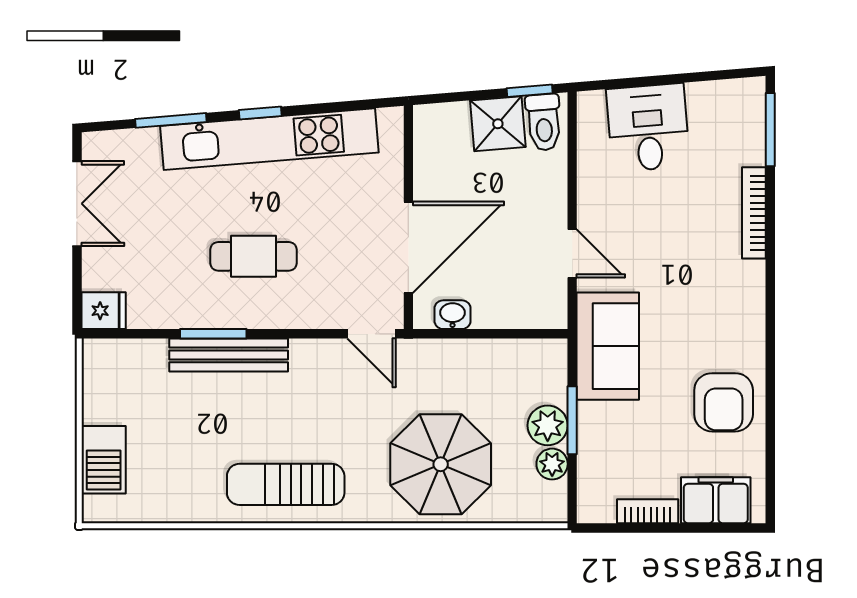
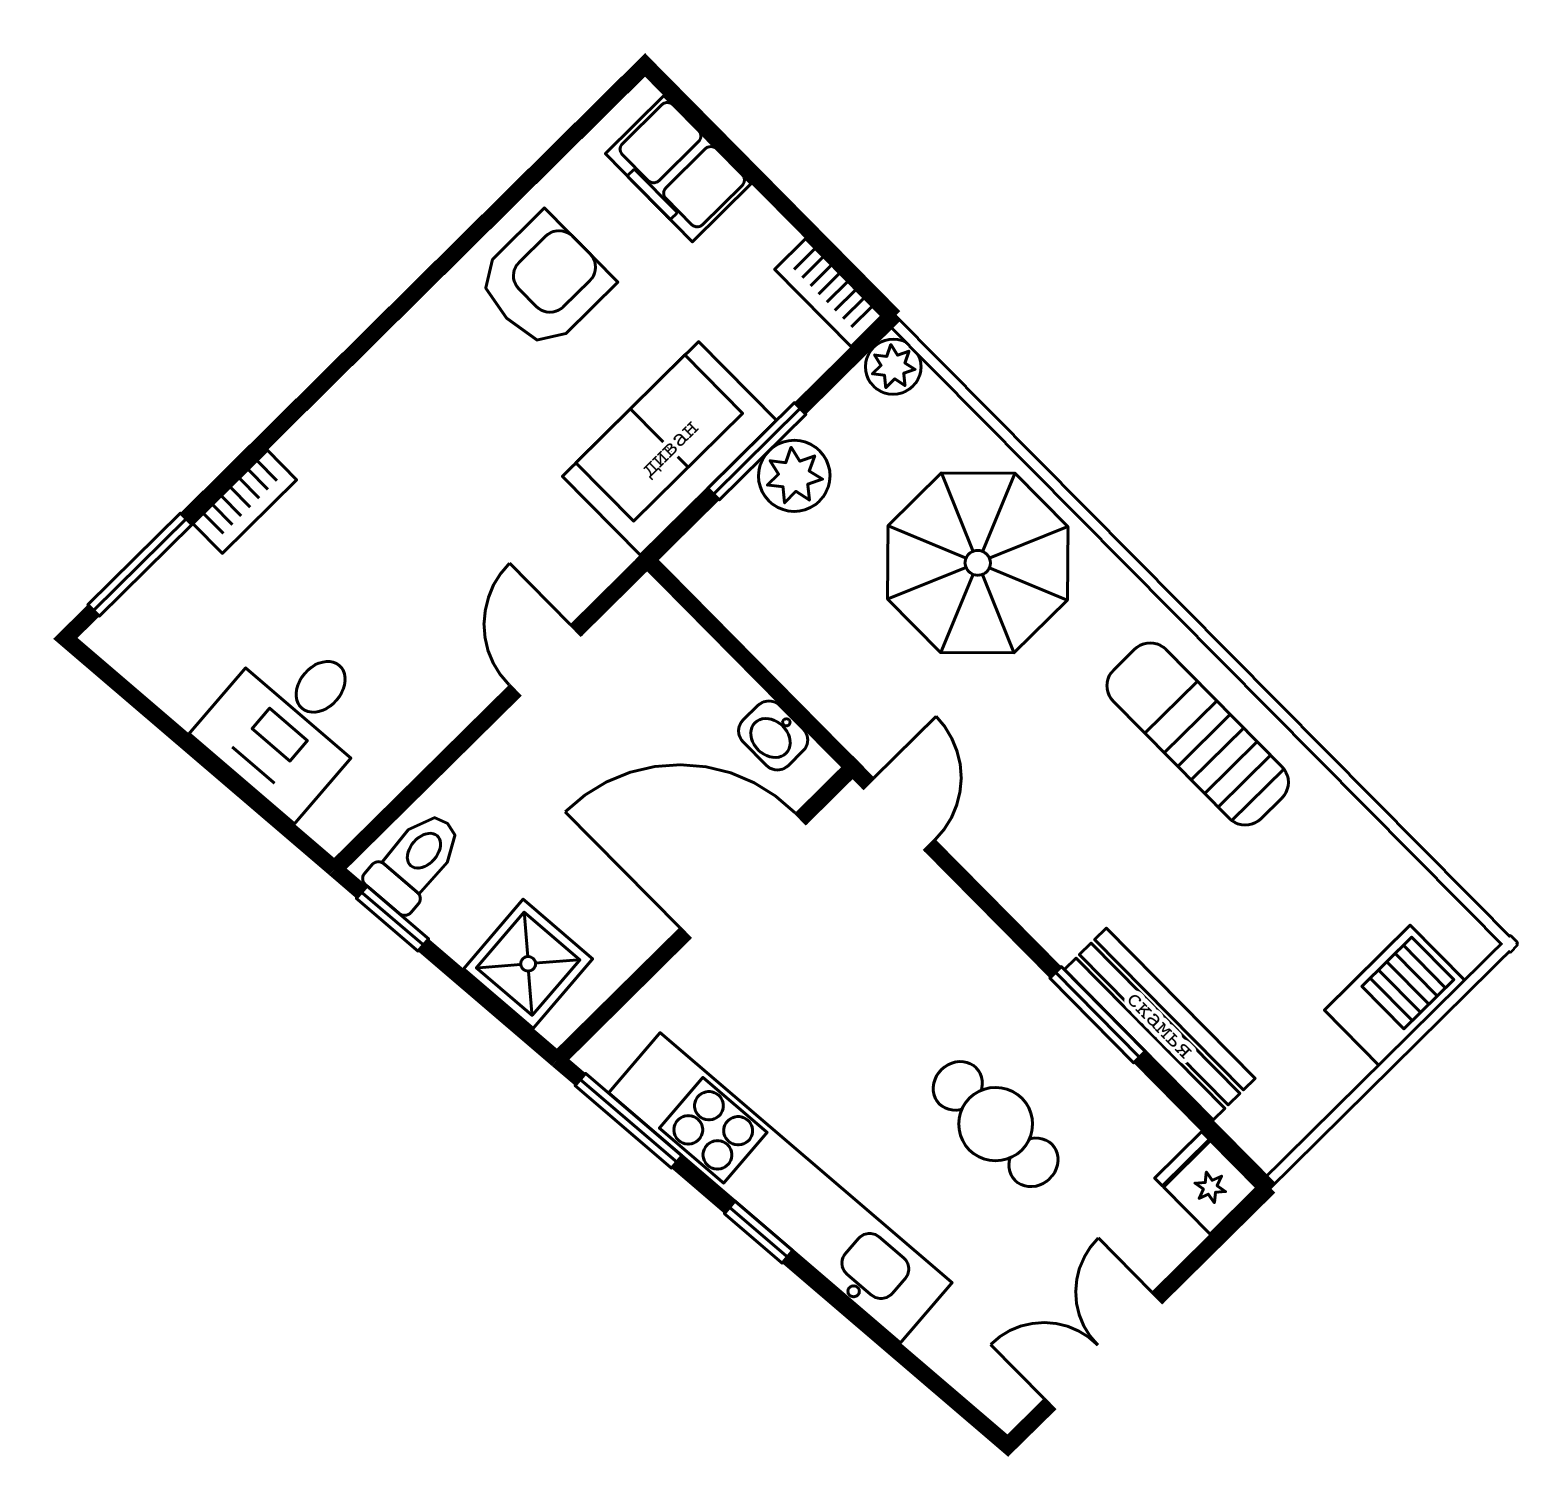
window: (171, 120) -> (628, 1121), moved
shower: (498, 124) -> (528, 964), moved
bookcase: (754, 213) -> (245, 502), width x0.64
cafe table: (254, 256) -> (996, 1124), moved
sofa: (608, 346) -> (669, 448), moved
bench: (229, 355) -> (1160, 1024), moved
plant: (552, 464) -> (893, 367), moved
sun lounger: (286, 484) -> (1198, 734), turned 180
bookcase: (648, 511) -> (828, 293), moved

